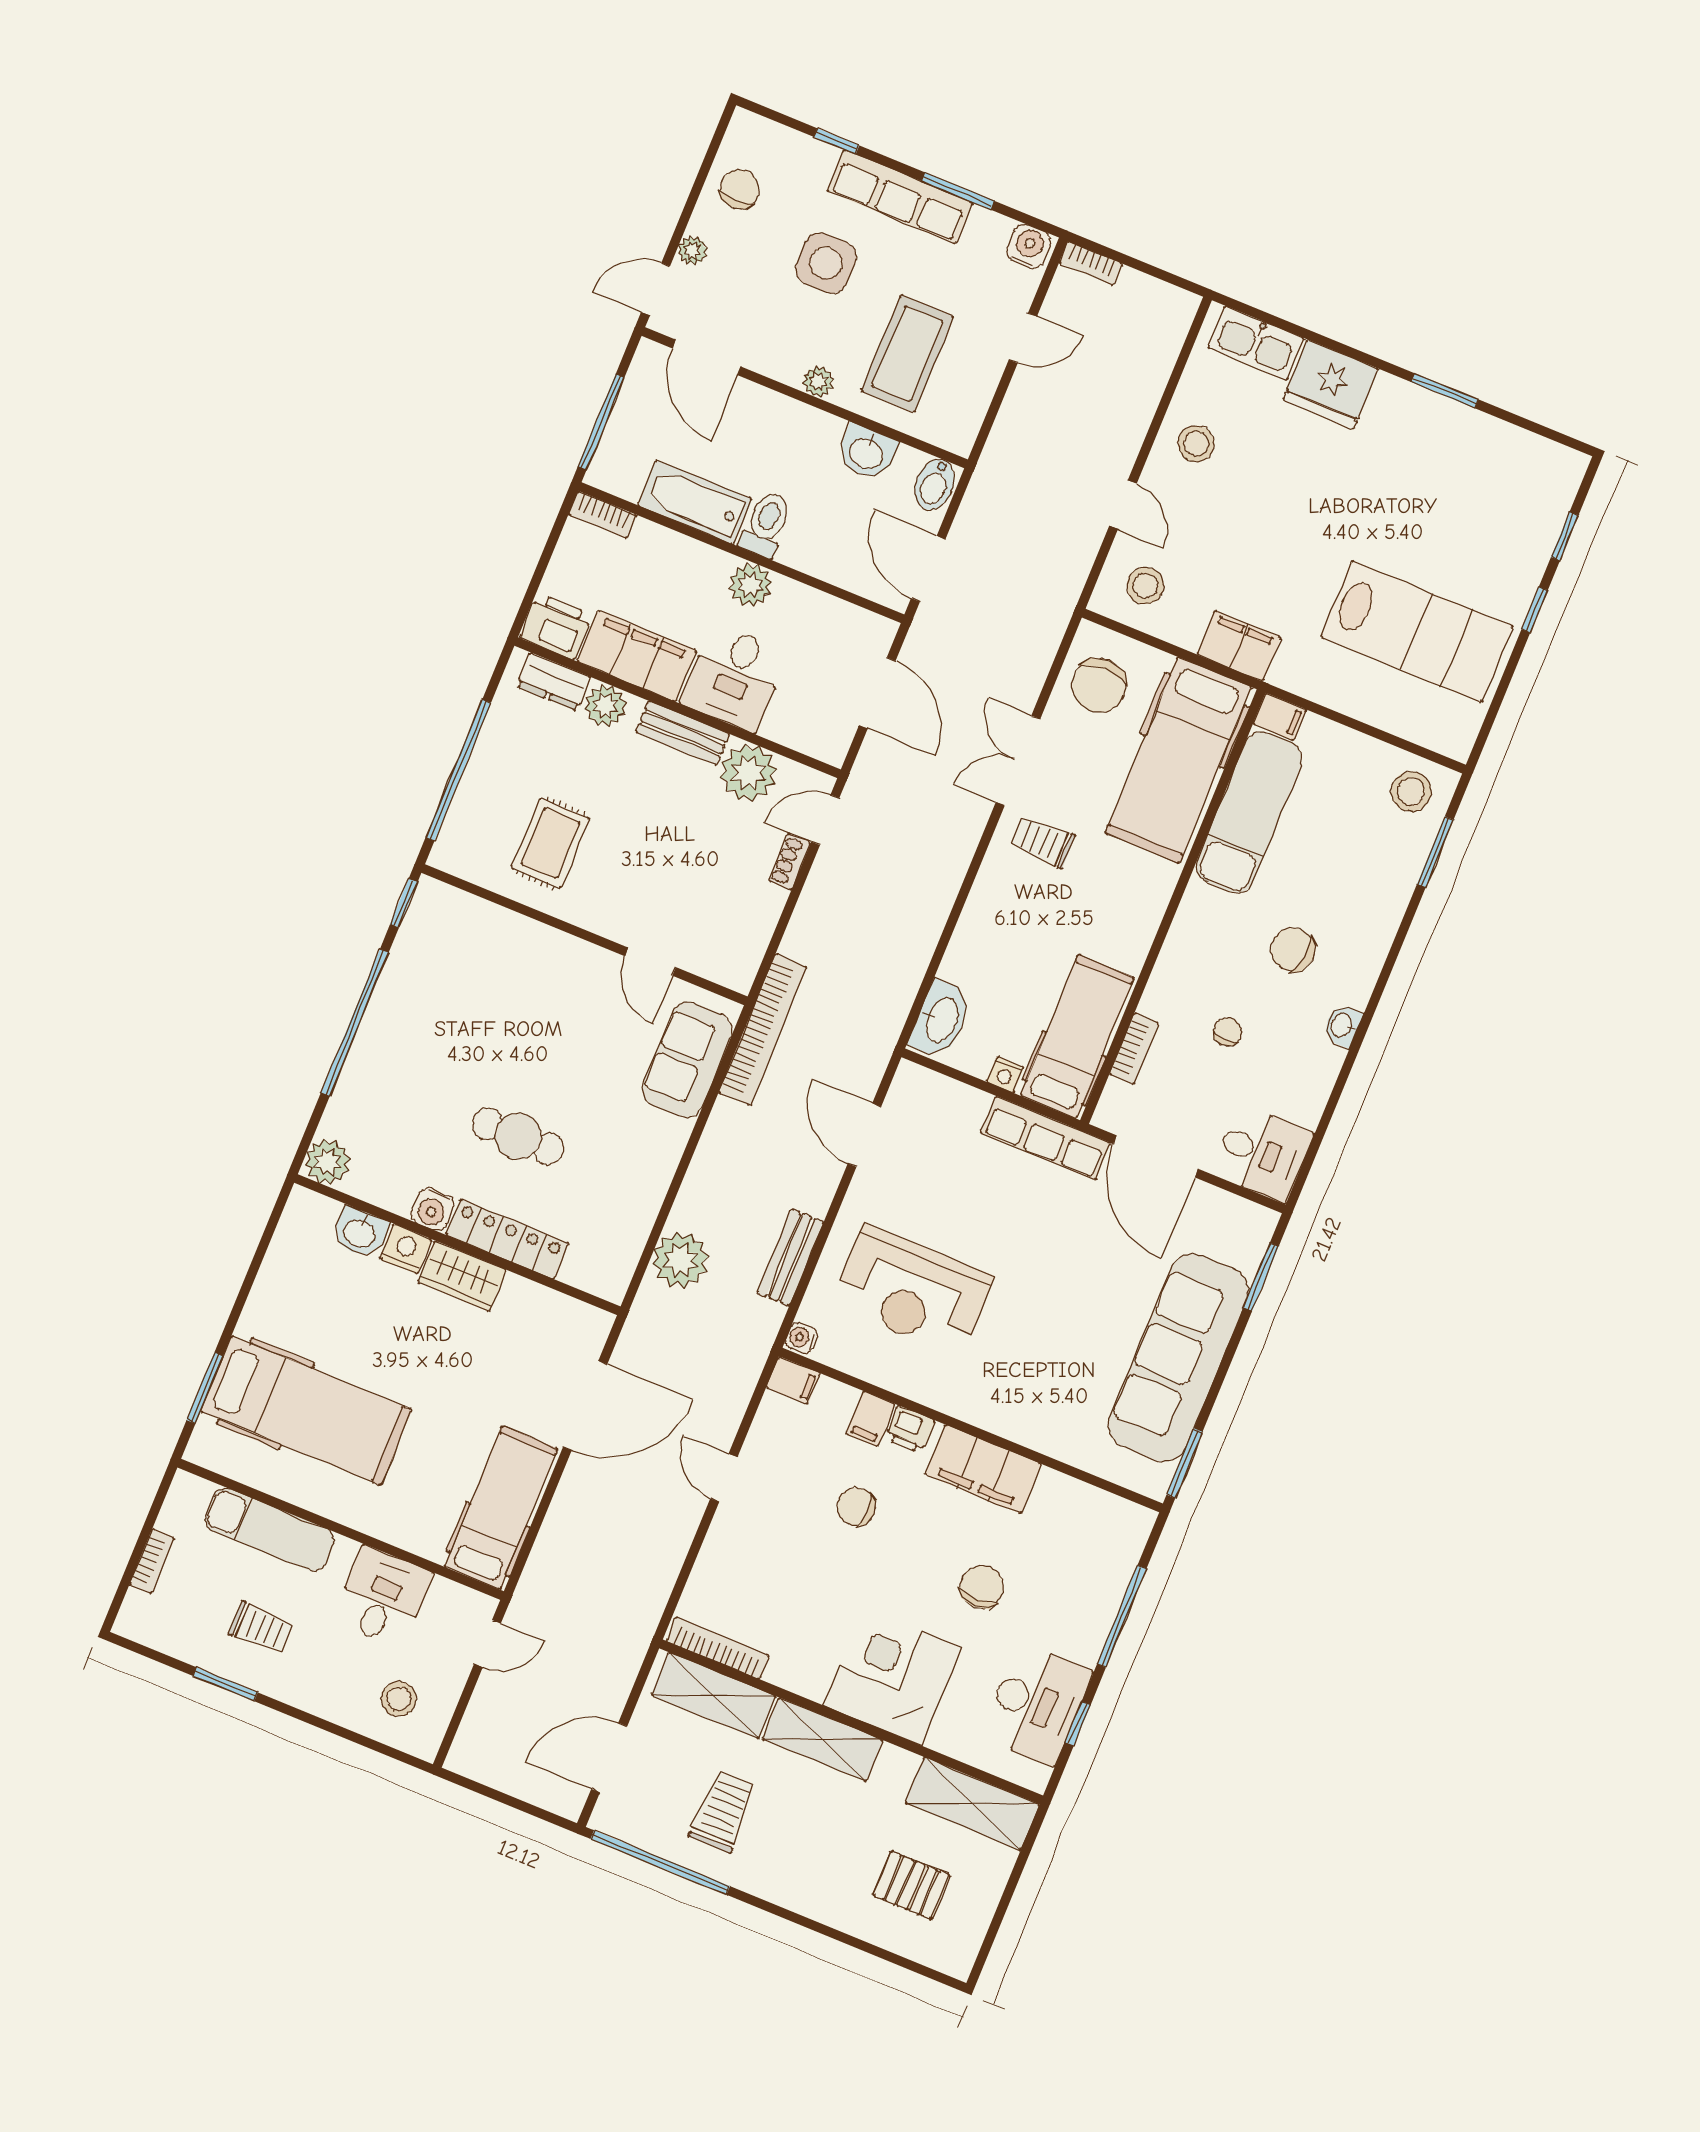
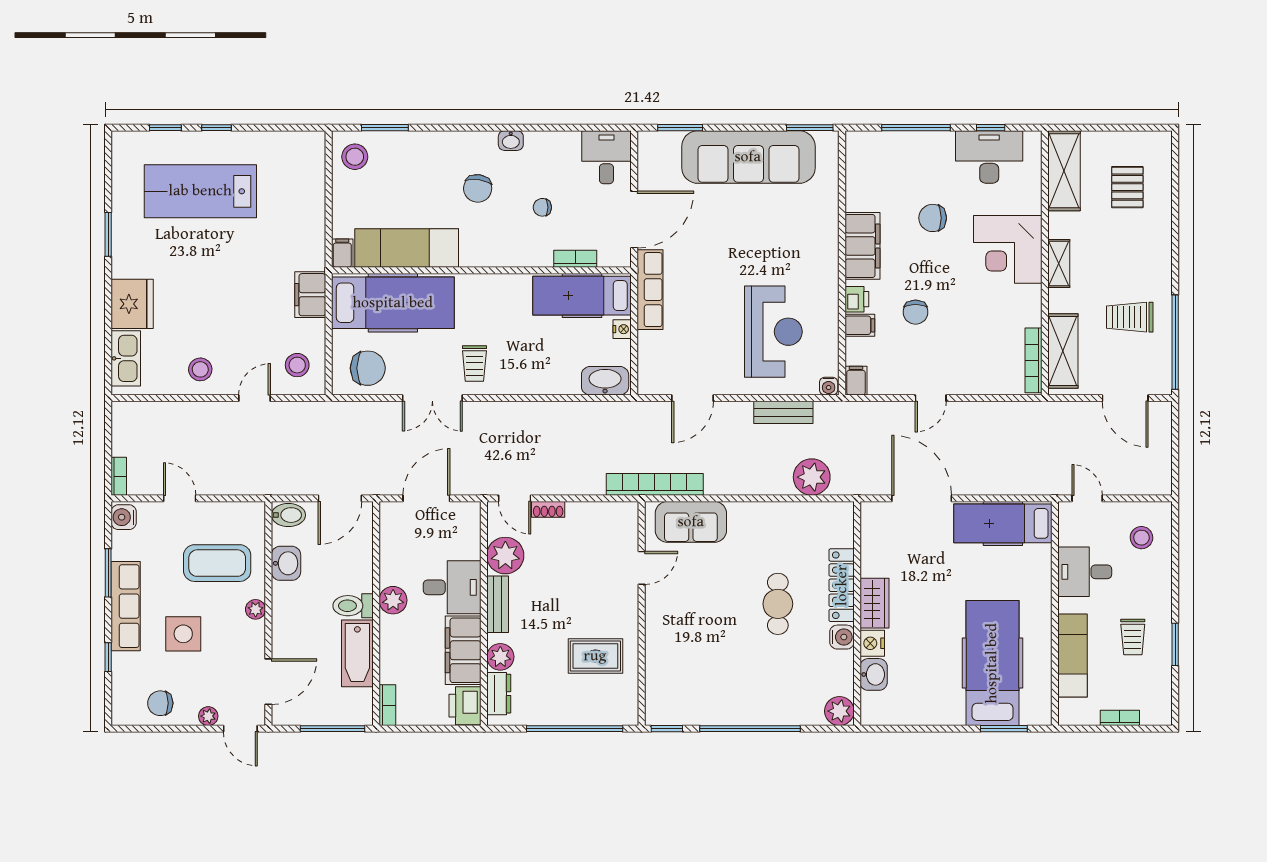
lab bench: (1417, 632) -> (200, 191), moved, turned -90
trolley: (261, 1628) -> (1133, 637), turned 180
shelving: (823, 1740) -> (1059, 263), width x0.67, depth x0.75

